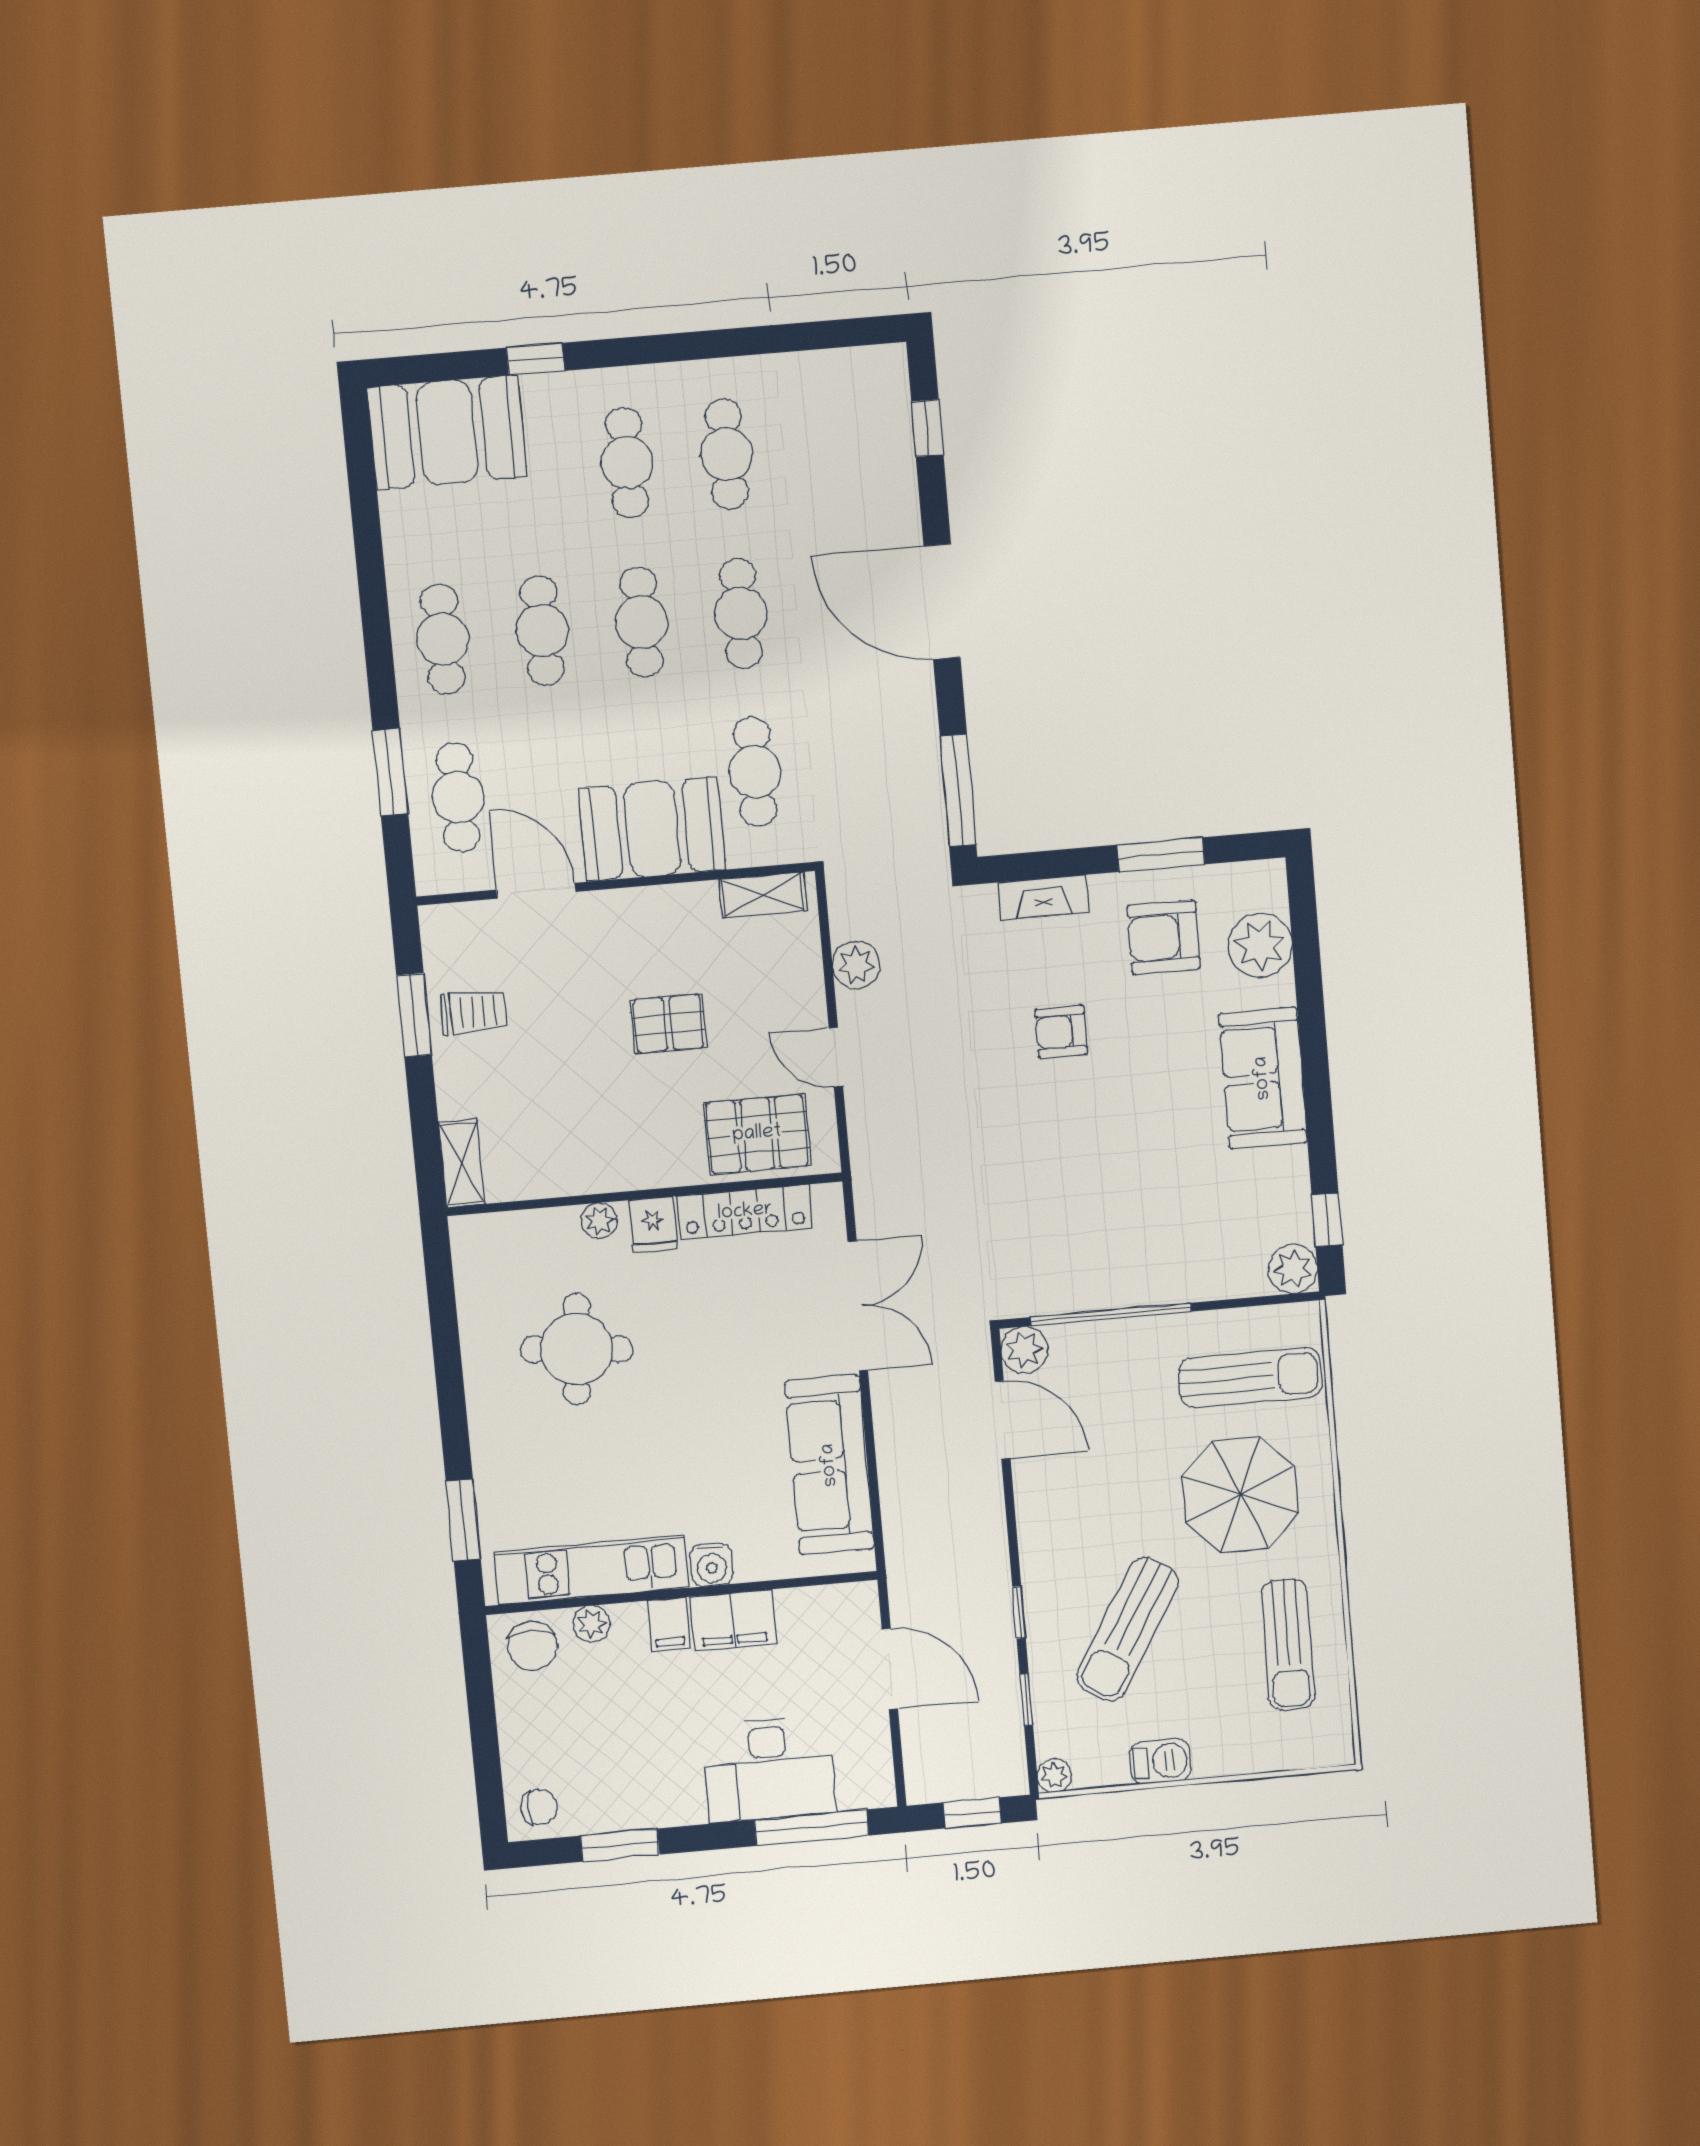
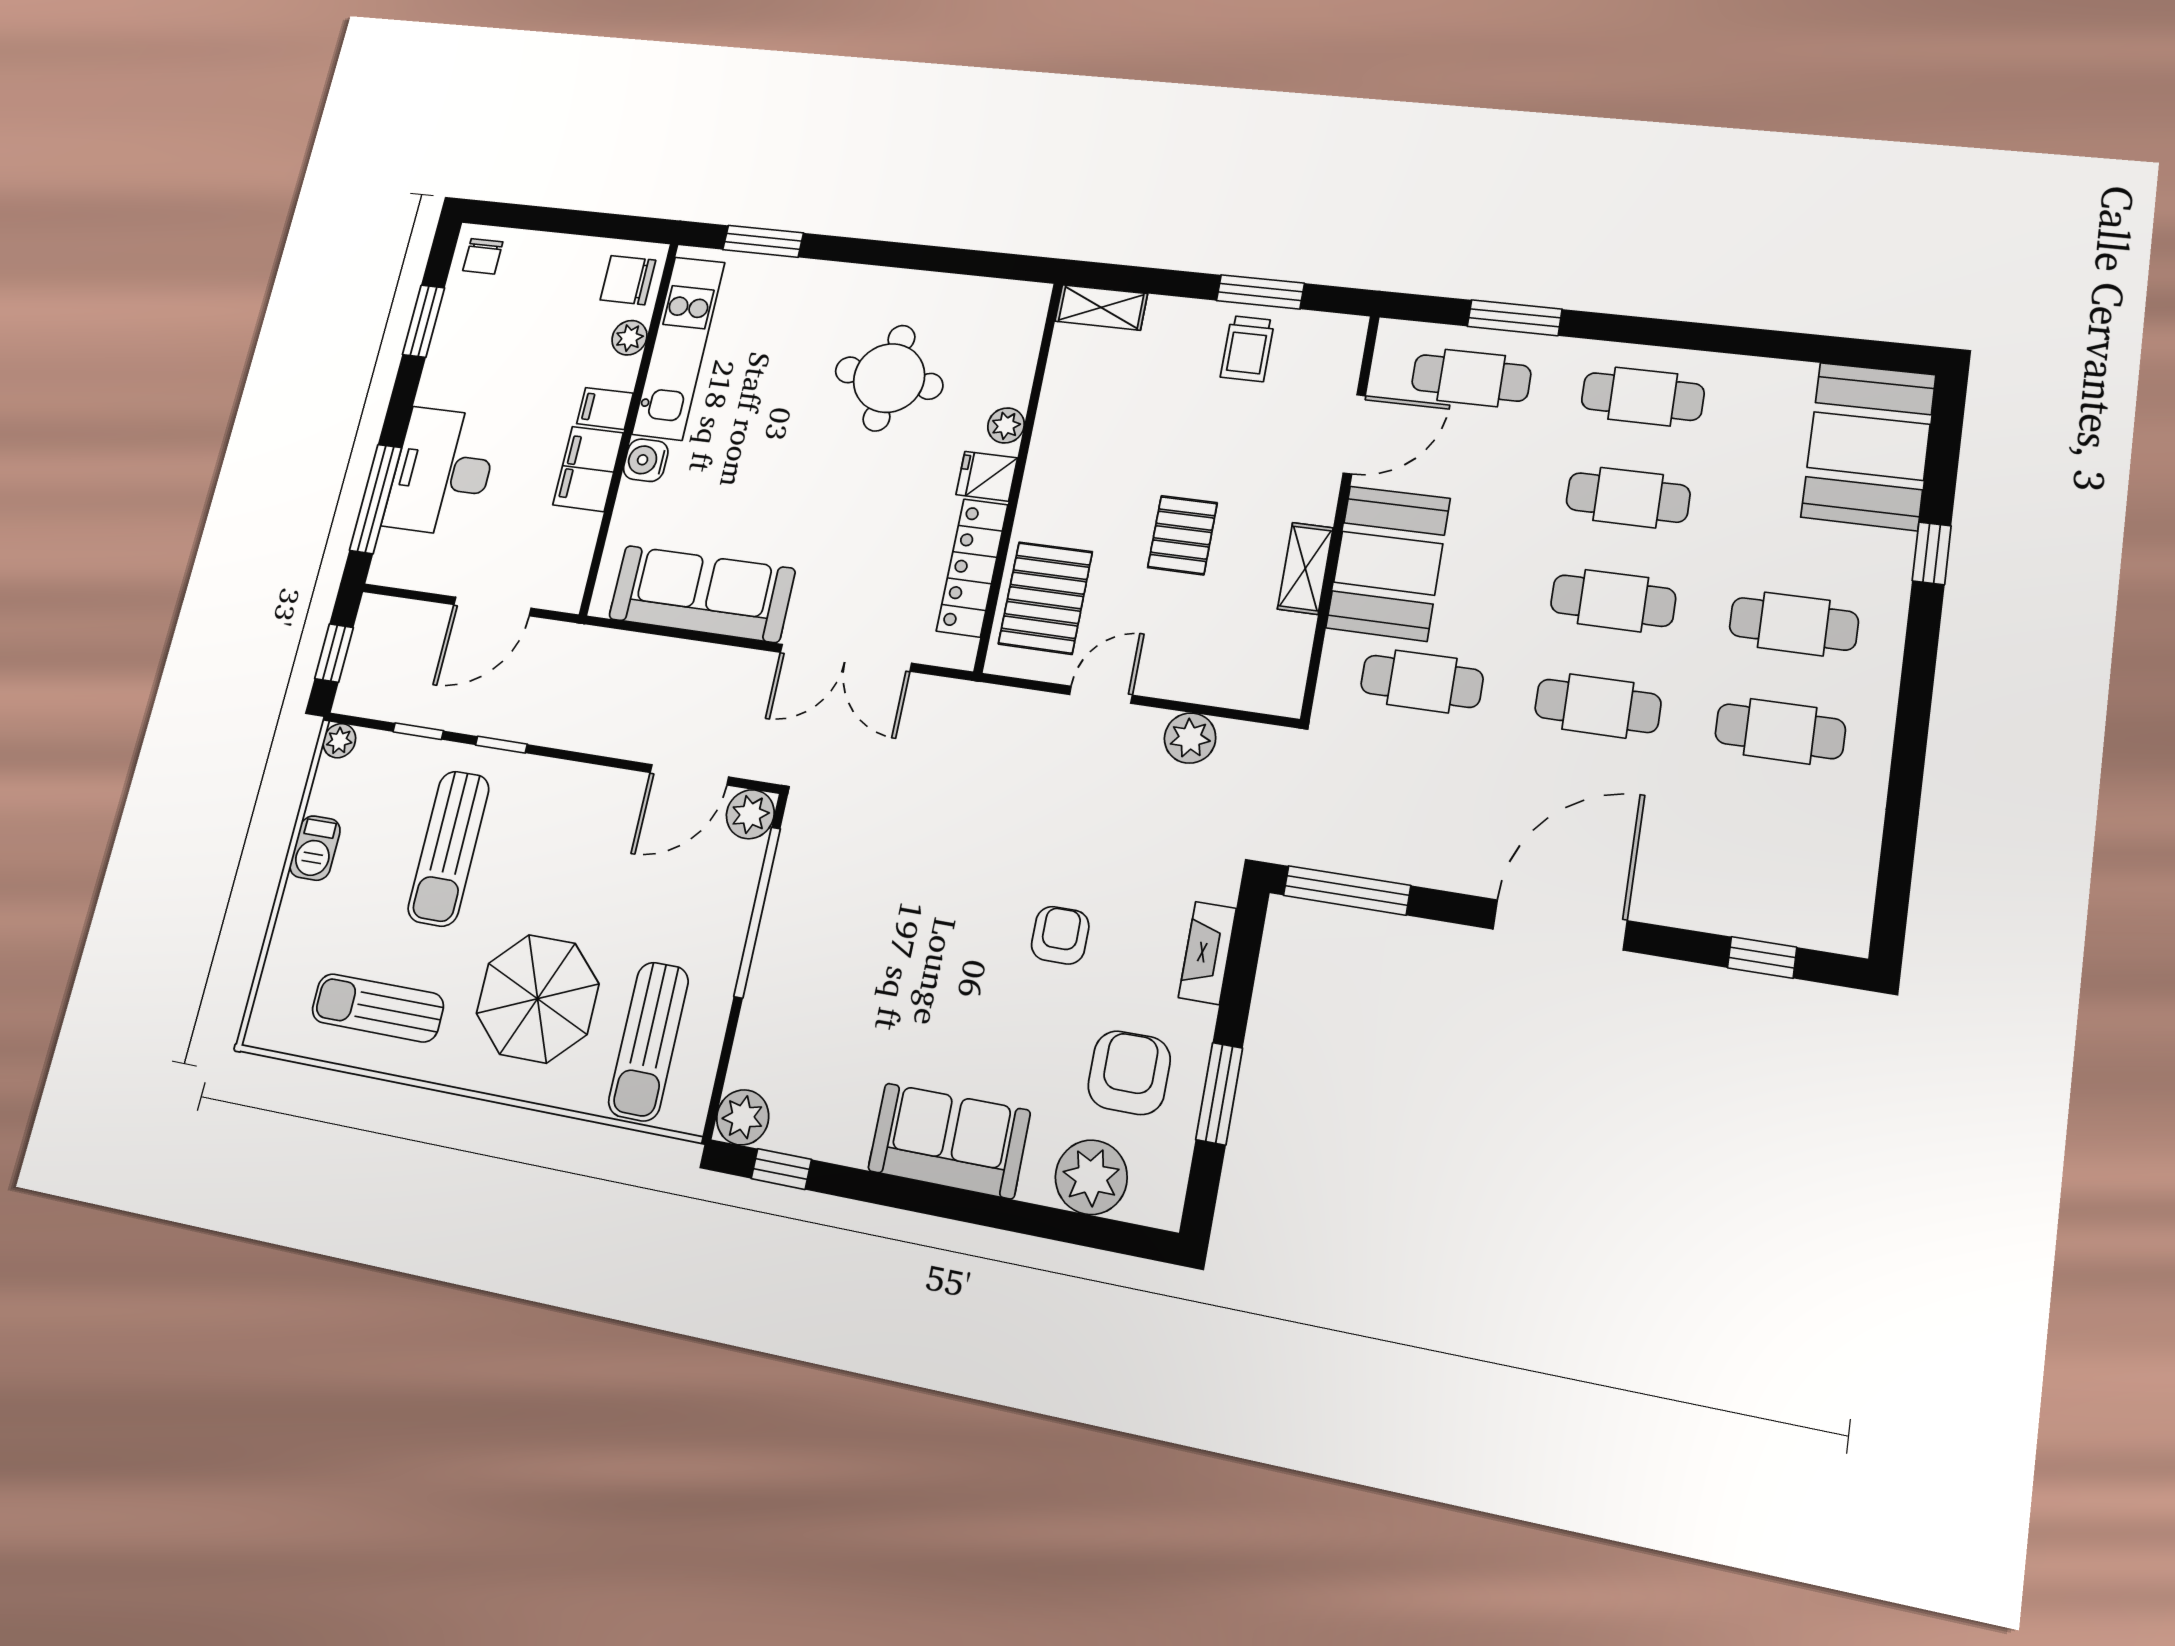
shelving: (763, 895) -> (1305, 568), moved
sun lounger: (1127, 1629) -> (449, 848), turned -121

